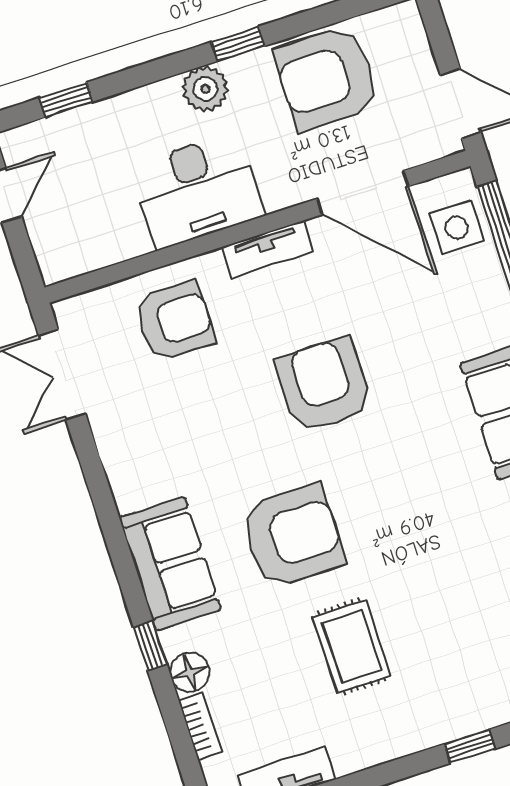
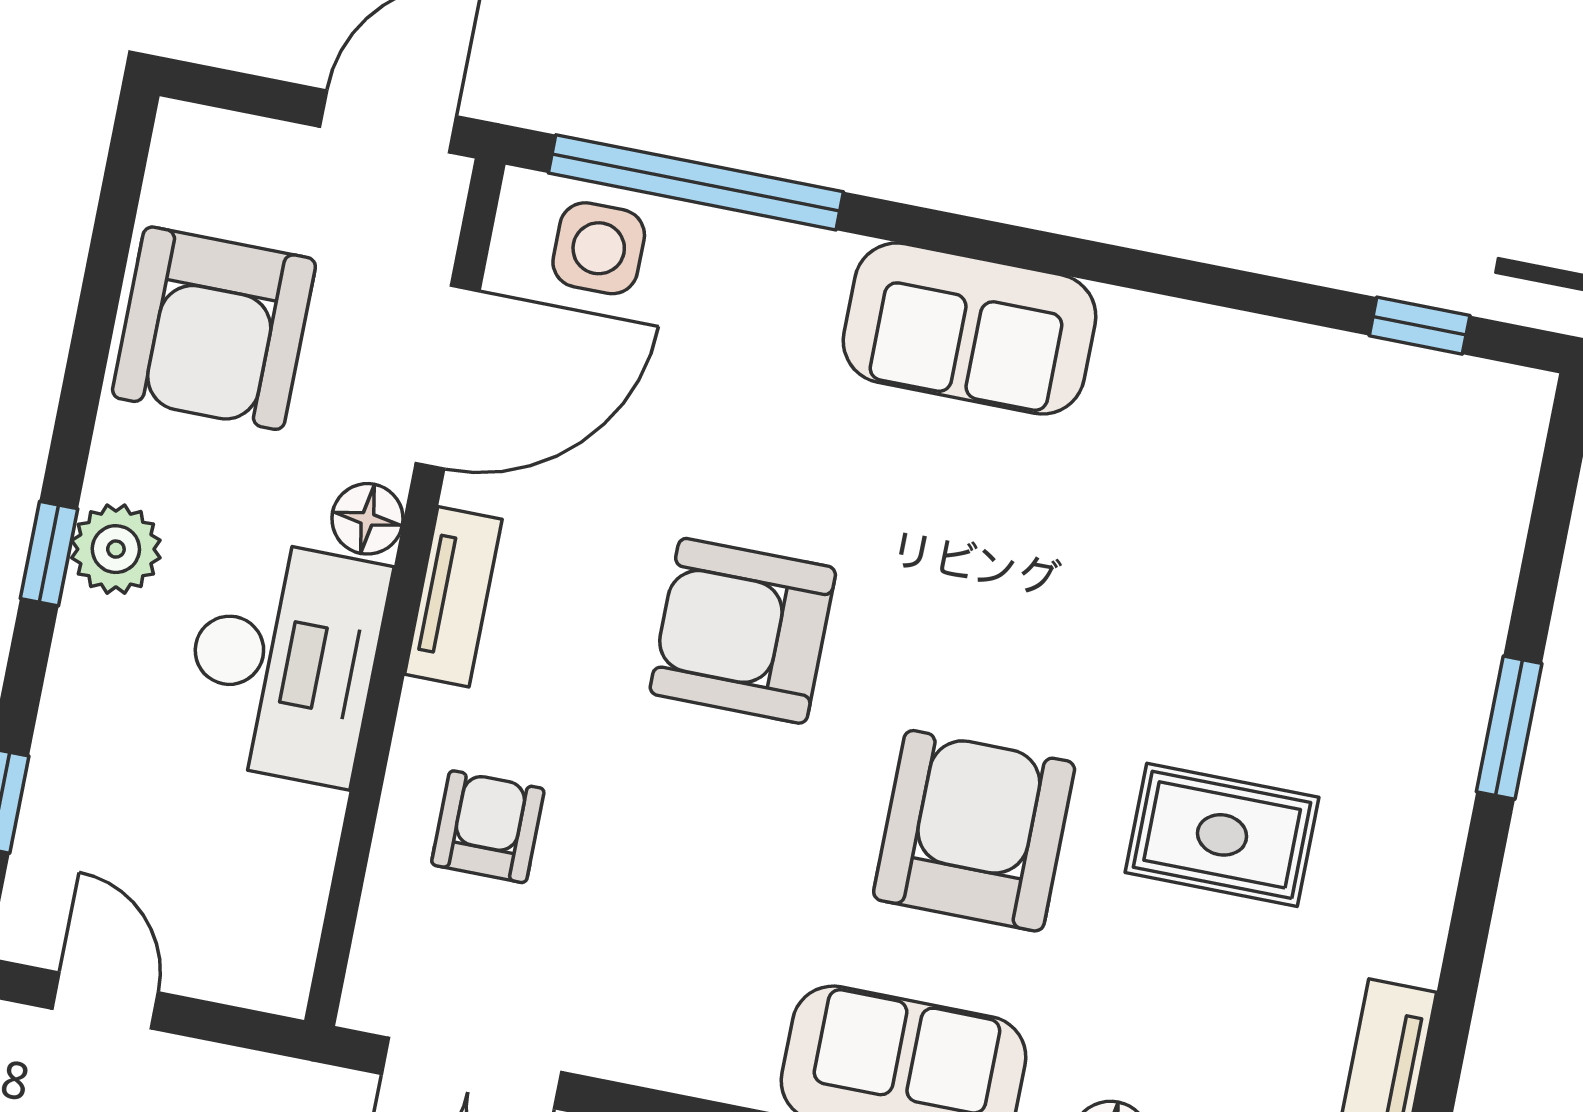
window: (238, 44) -> (49, 554), moved
floor lamp: (281, 192) -> (367, 519), added
armchair: (175, 321) -> (488, 827), width x0.72, depth x0.72
window: (470, 746) -> (1509, 728), width x1.50

